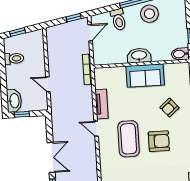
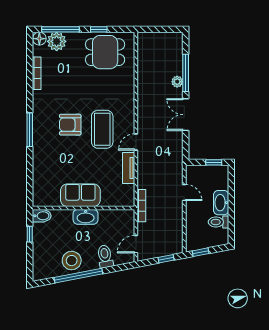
window: (74, 18) -> (166, 259), moved
window: (17, 32) -> (201, 252), moved
washbasin: (14, 101) -> (221, 203), moved
armchair: (169, 108) -> (57, 160), removed
door: (96, 129) -> (136, 142), swing flipped

